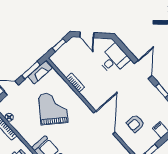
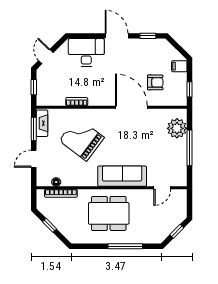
door: (87, 35) -> (46, 57), swing flipped
desk: (114, 59) -> (86, 52), width x1.37
armchair: (135, 123) -> (155, 82), turned -90

